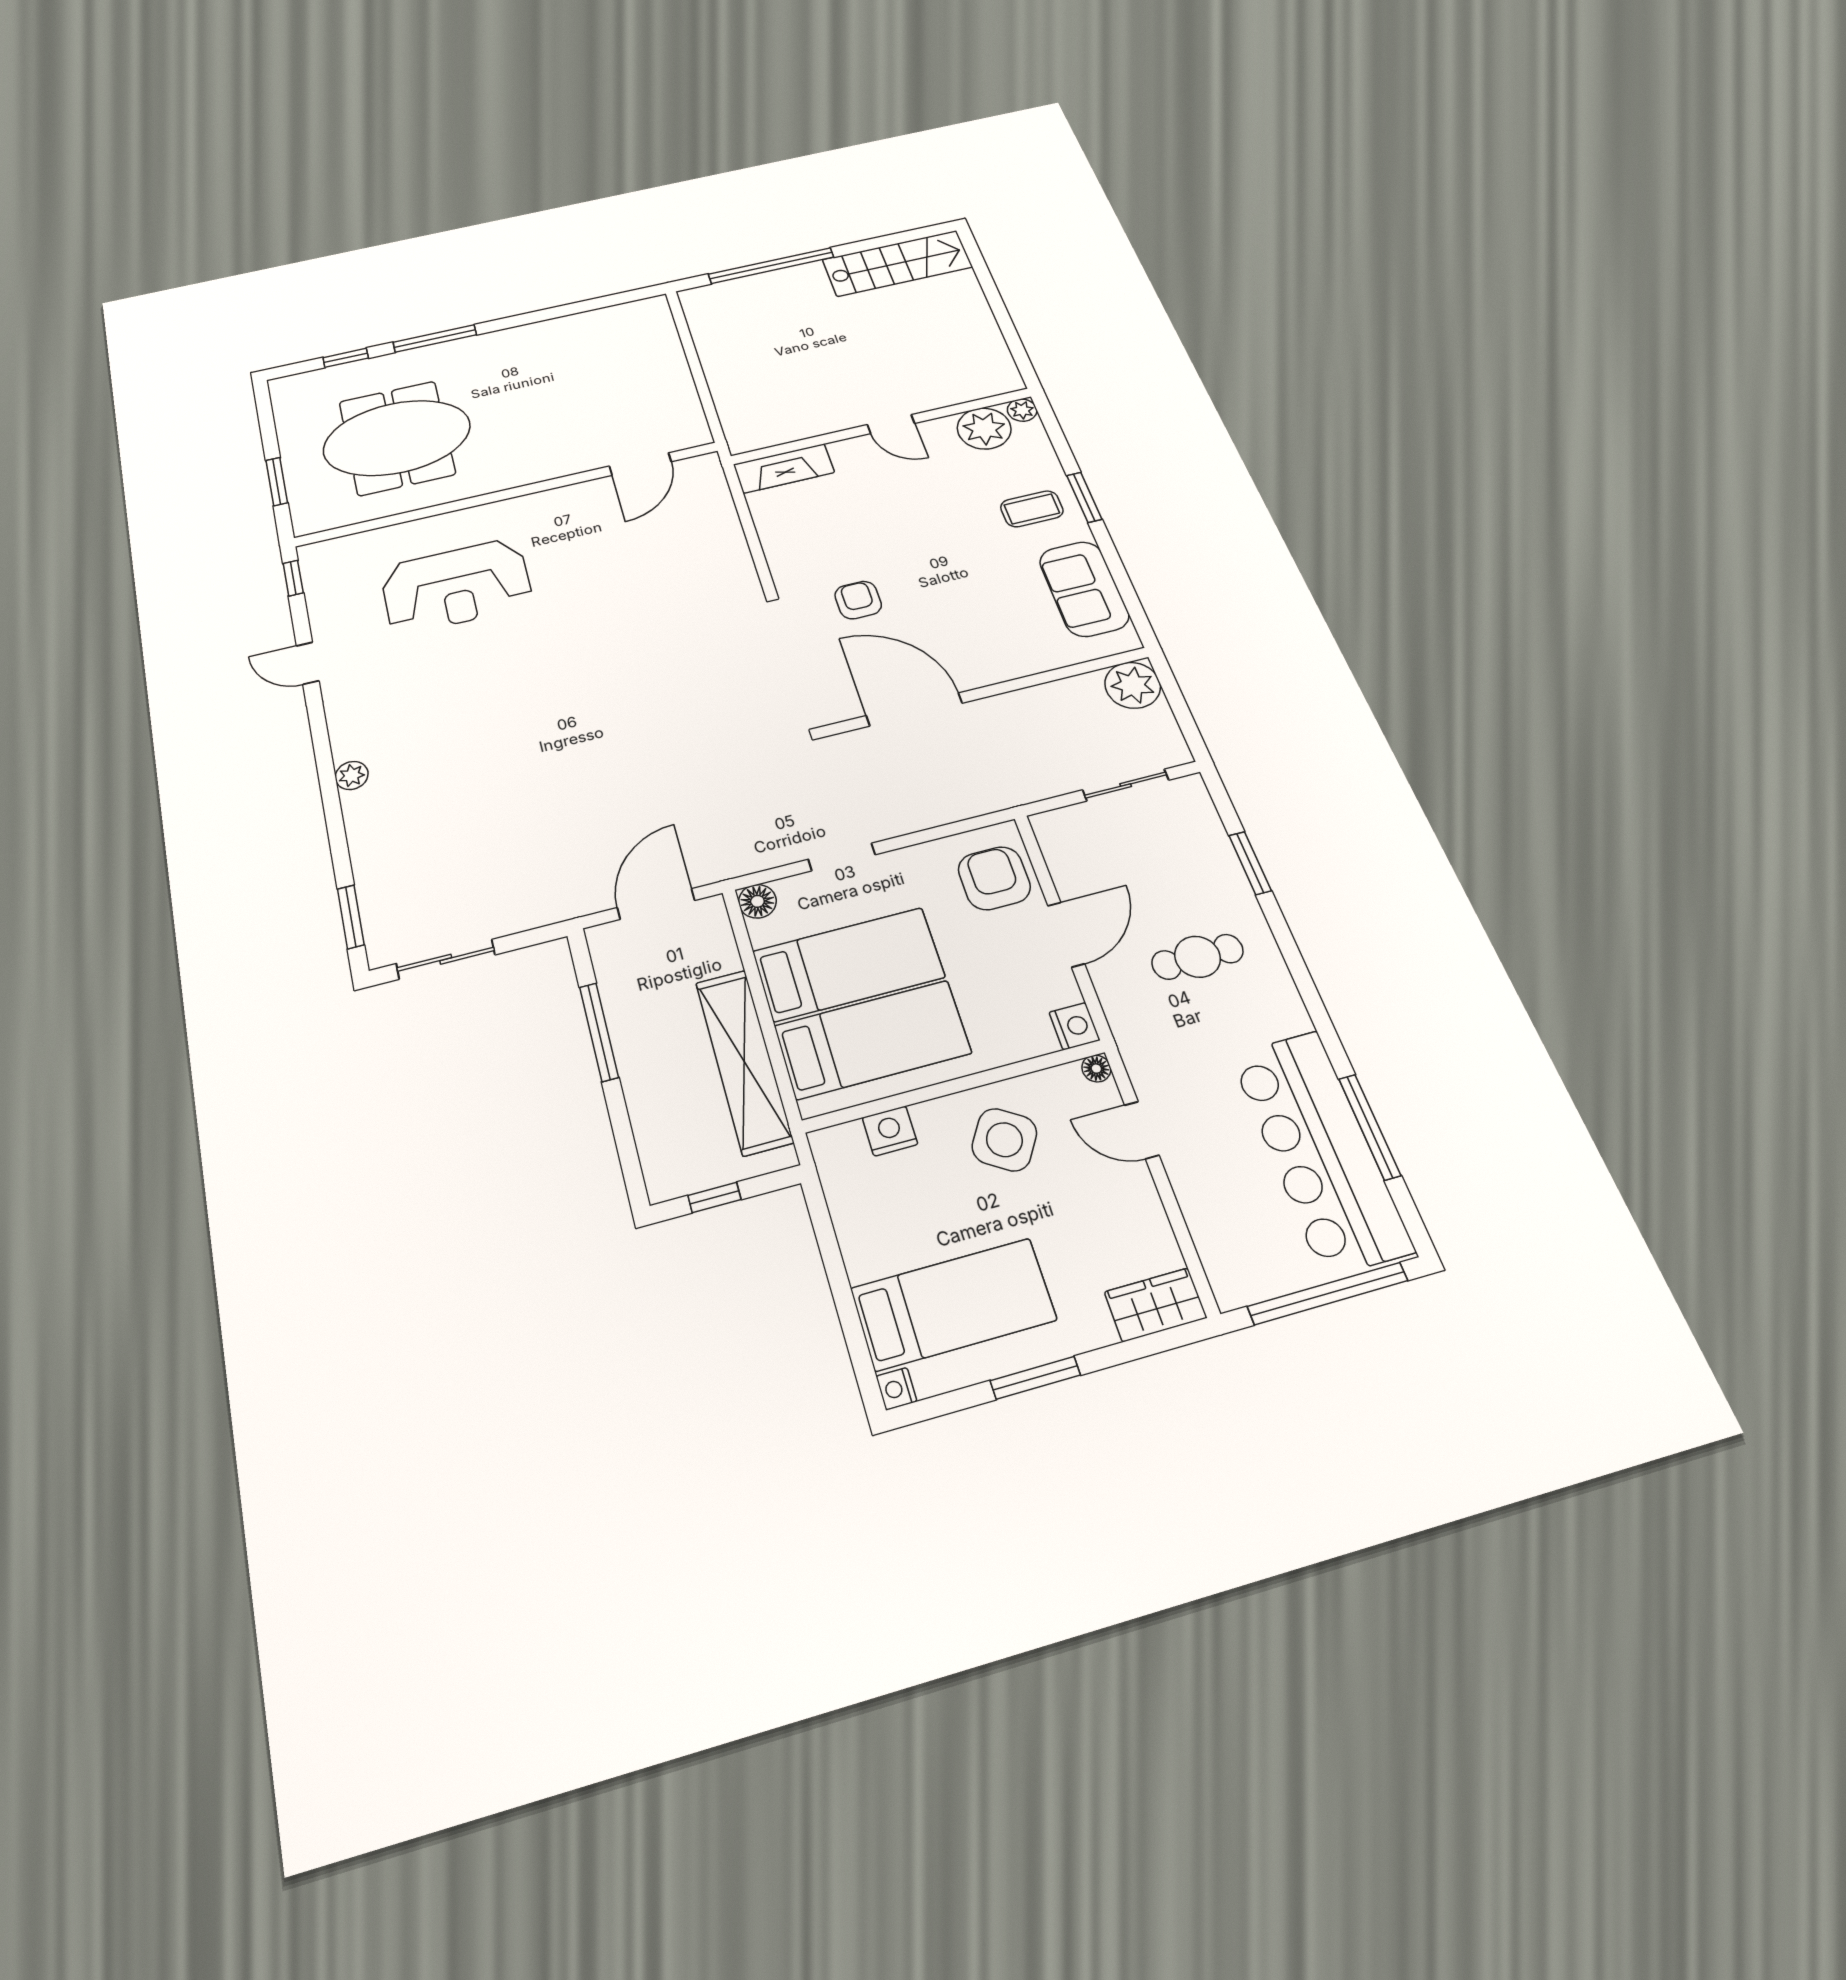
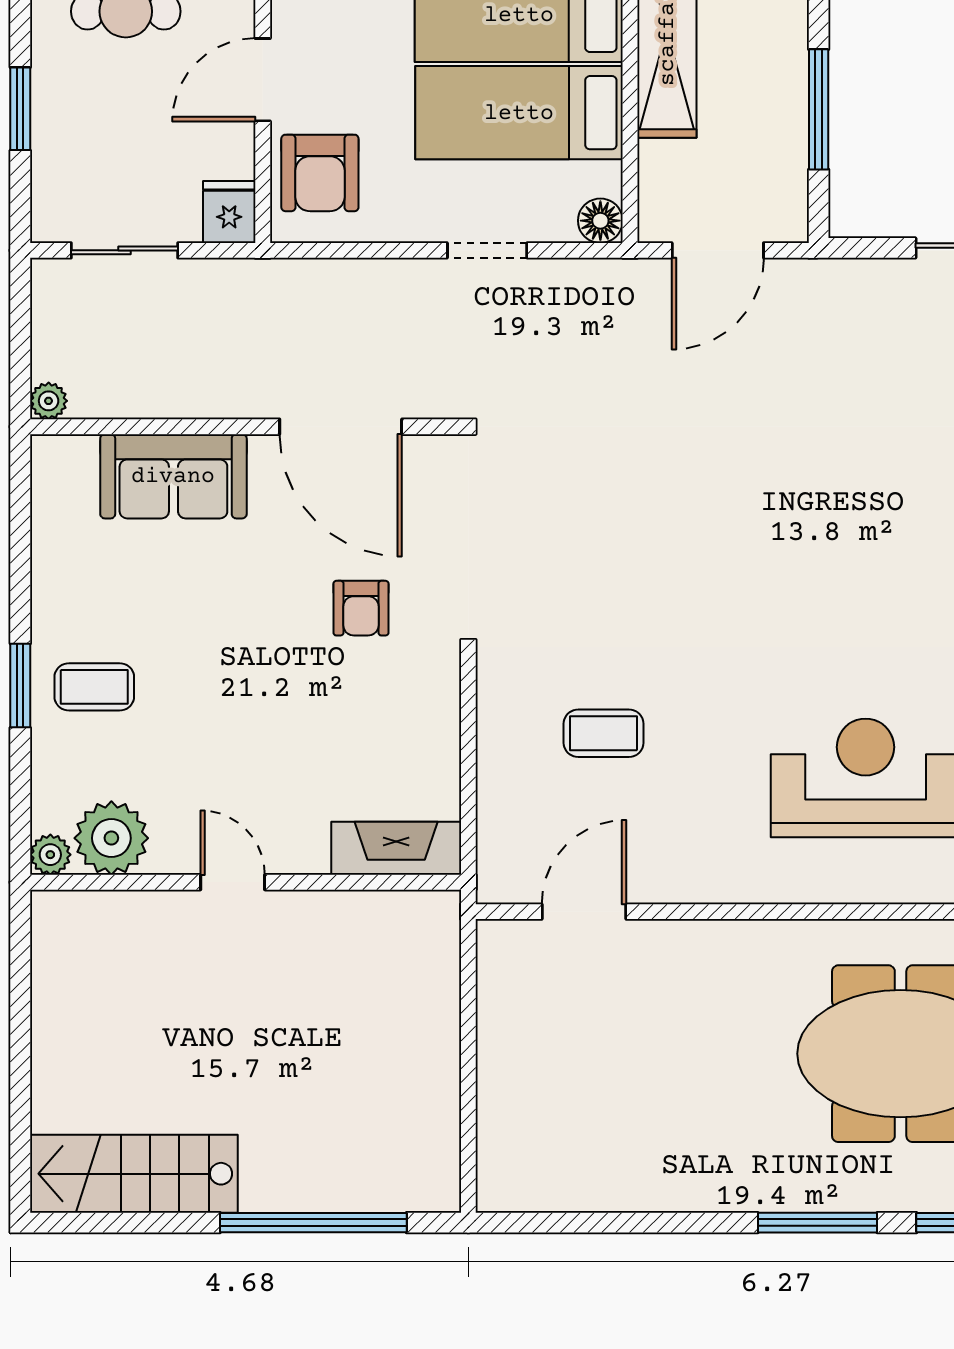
coffee table: (656, 568) -> (604, 733), added
sofa: (1084, 589) -> (173, 476), moved, turned 90
plant: (1133, 685) -> (49, 401), width x0.53, depth x0.53
fridge: (1055, 832) -> (229, 212), added

